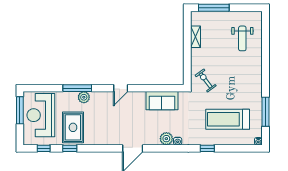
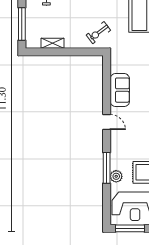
plant: (84, 97) -> (116, 176), moved
sofa: (162, 101) -> (120, 90), moved

